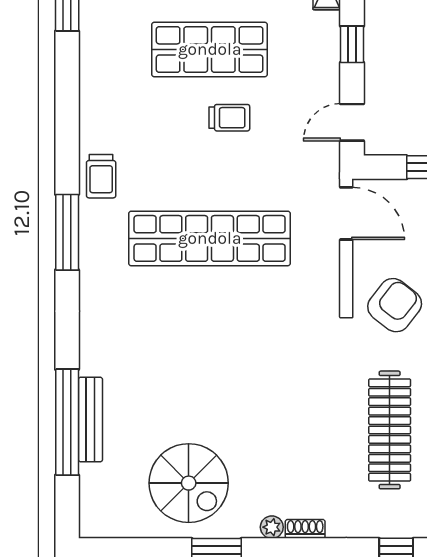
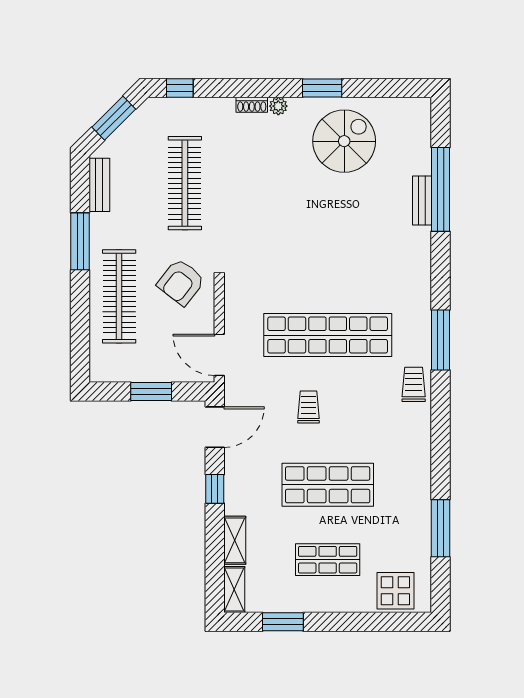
trolley: (229, 118) -> (308, 407), moved, turned 90
door: (352, 122) -> (215, 427), width x1.38
bench: (90, 420) -> (422, 200), width x0.73
spiral stairs: (189, 483) -> (344, 141), turned 90

